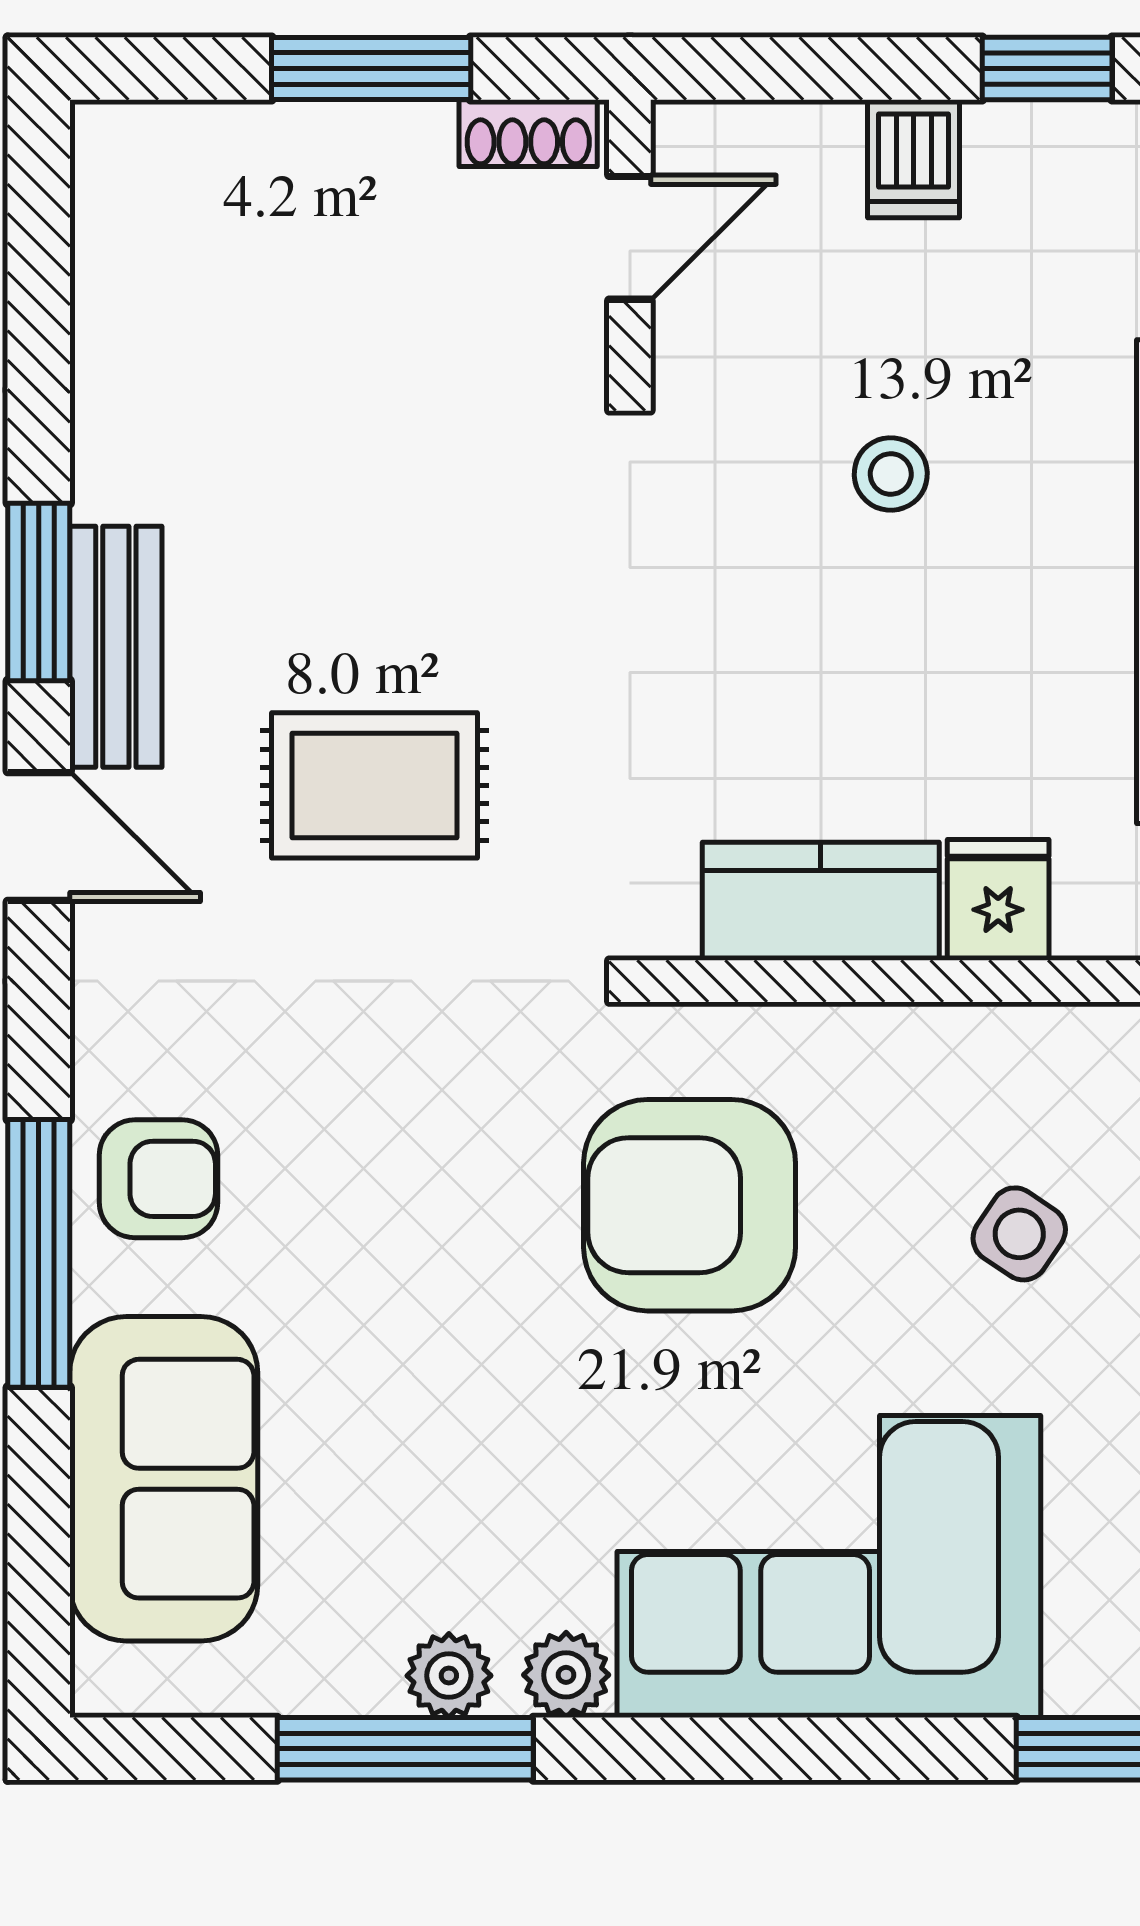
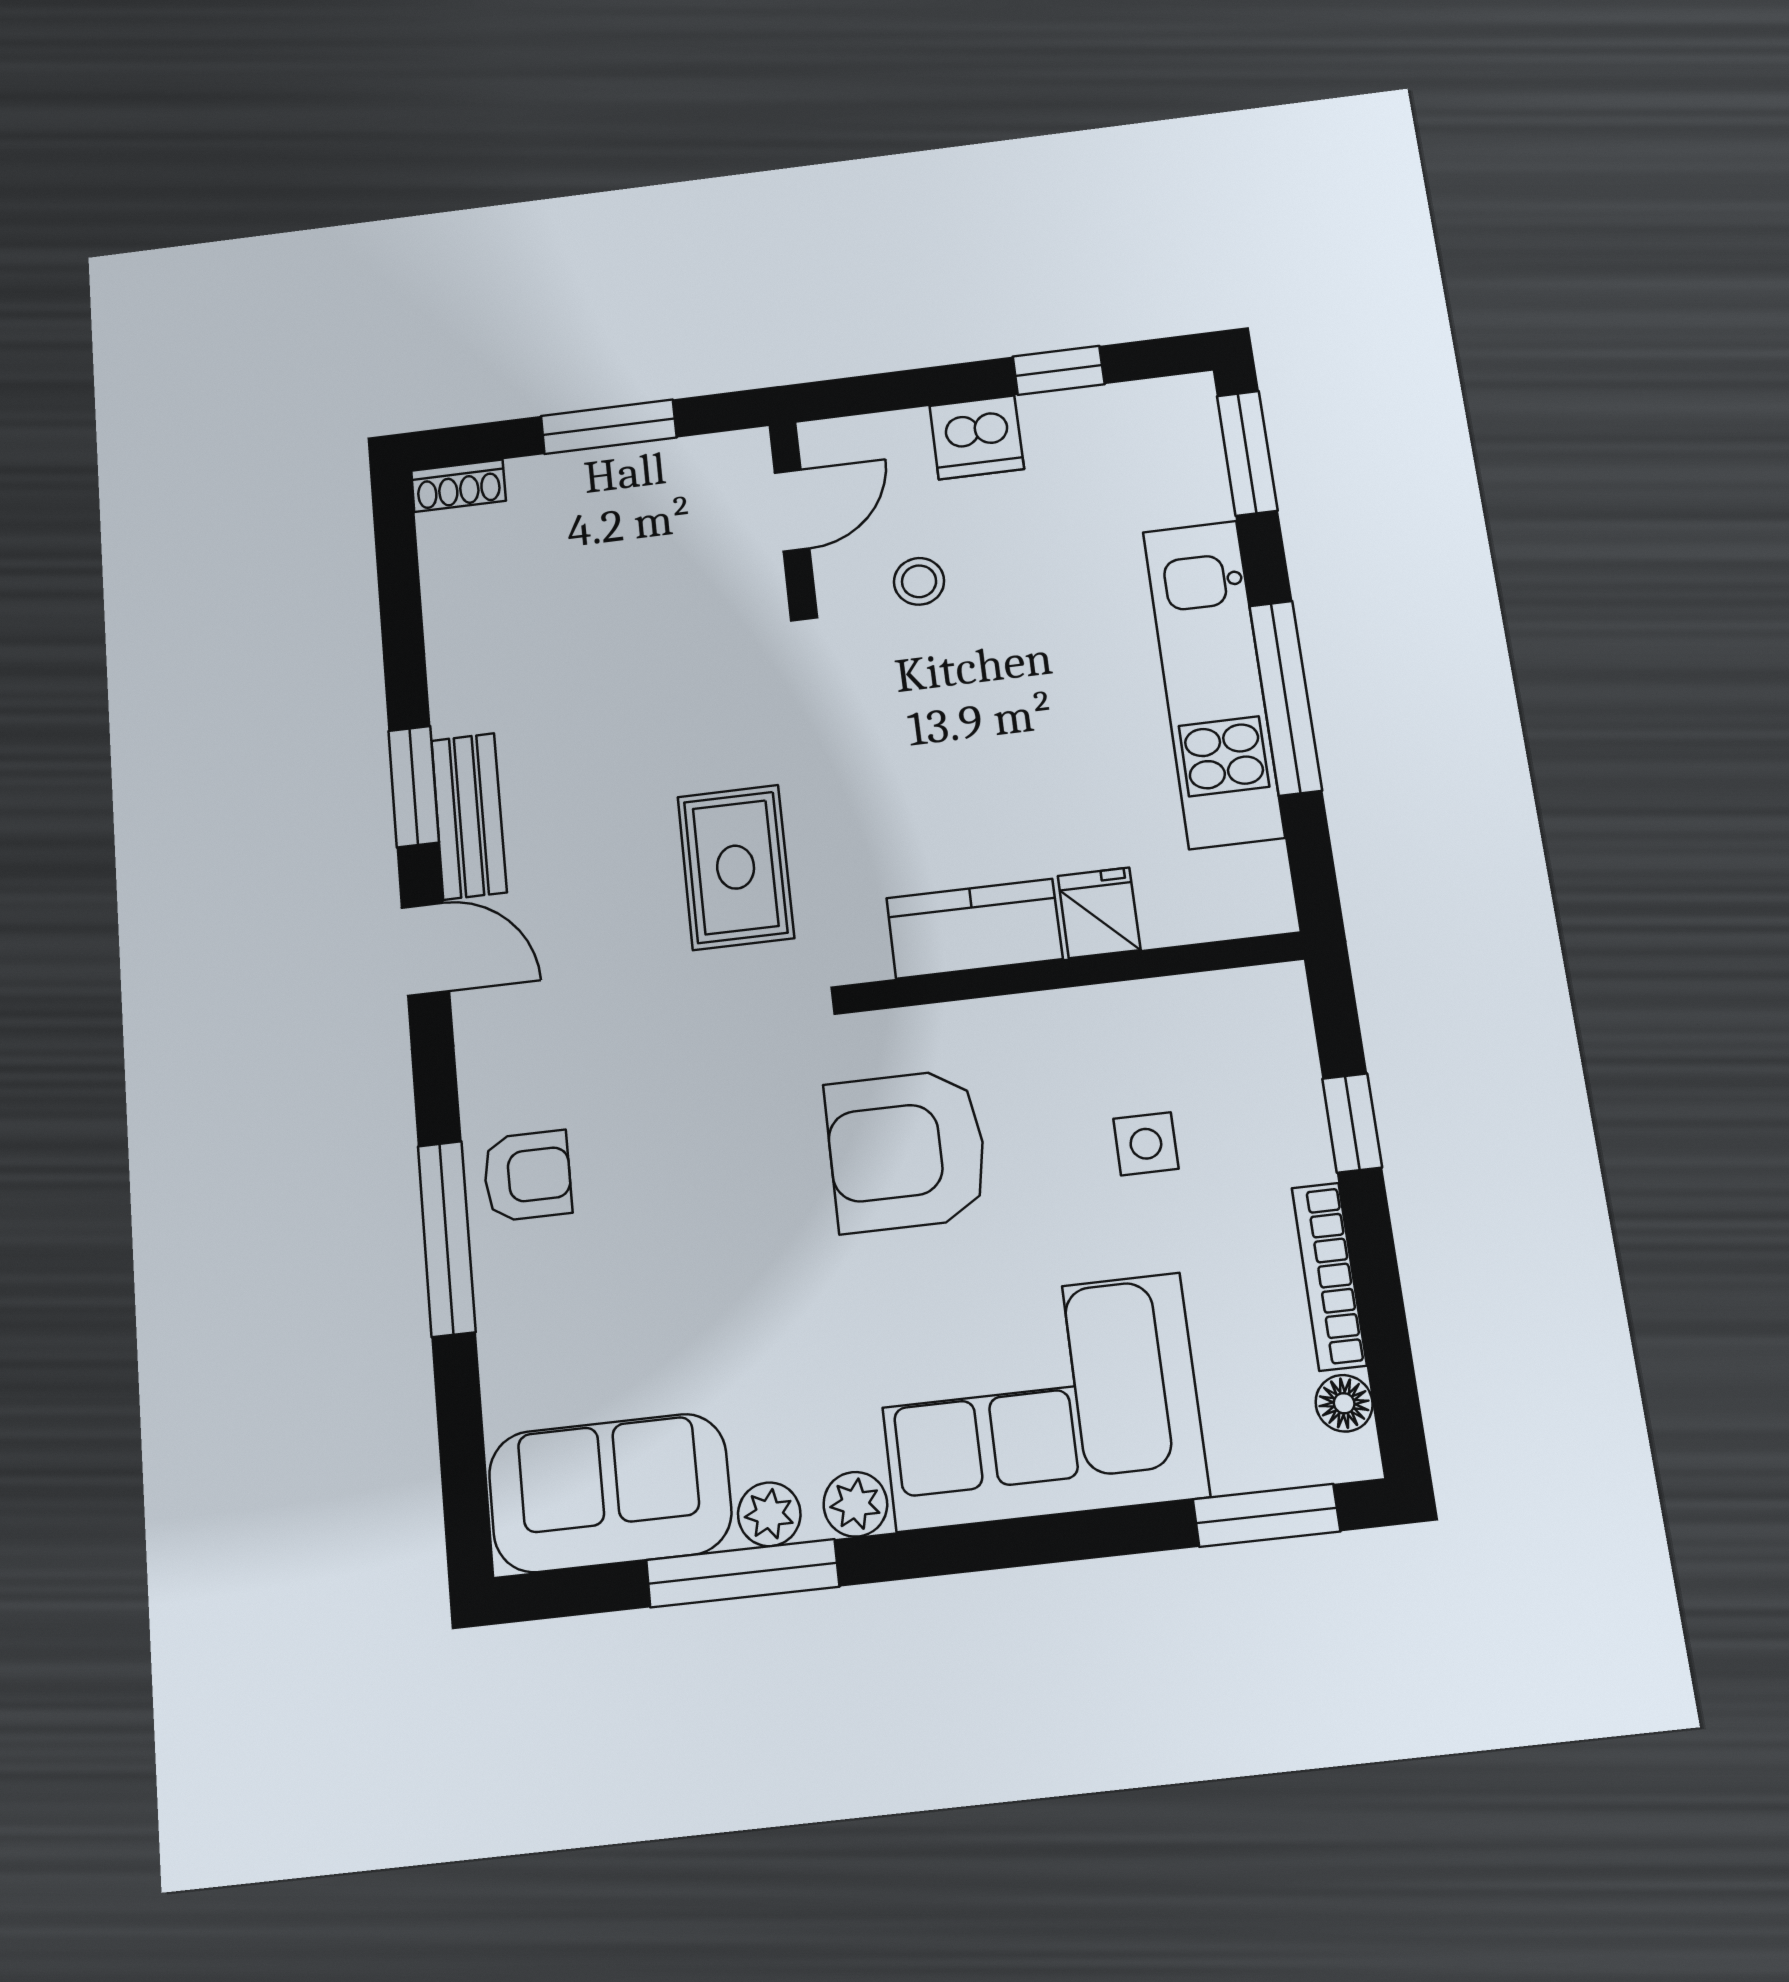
shoe rack: (528, 133) -> (458, 486), moved
dishwasher: (914, 159) -> (977, 437), width x1.38
stool: (891, 474) -> (919, 581), moved
rug: (374, 785) -> (736, 867), moved, turned 90
side table: (1019, 1234) -> (1146, 1144), turned -34
sofa: (164, 1479) -> (610, 1493), moved, turned -90

